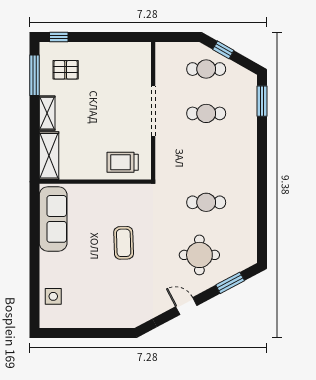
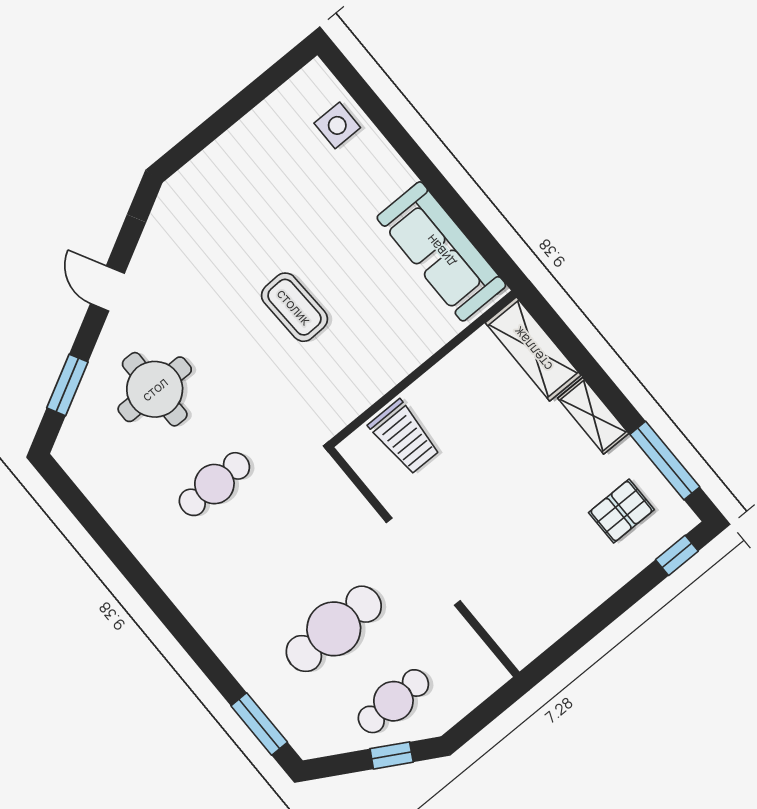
cafe table: (206, 113) -> (334, 629), width x1.37, depth x1.35
trolley: (123, 162) -> (404, 437), turned 90
door: (186, 306) -> (107, 288), swing flipped

